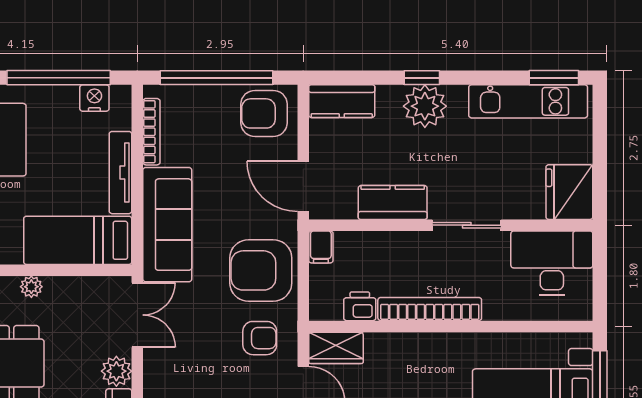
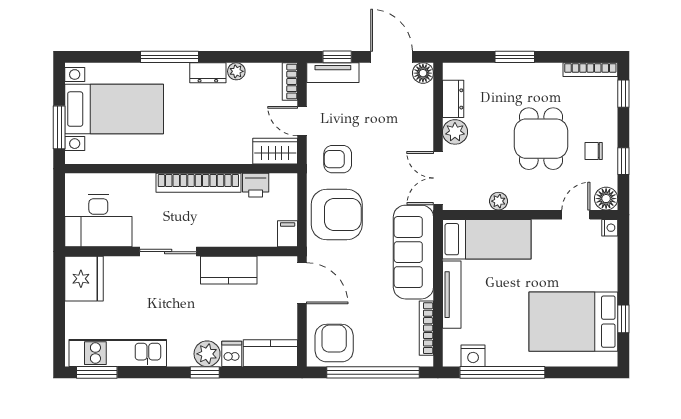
dishwasher: (389, 100) -> (232, 354), added
plant: (425, 106) -> (207, 354), width x0.73, depth x0.73
armchair: (264, 113) -> (334, 343), turned -90
plant: (31, 287) -> (498, 201), moved

